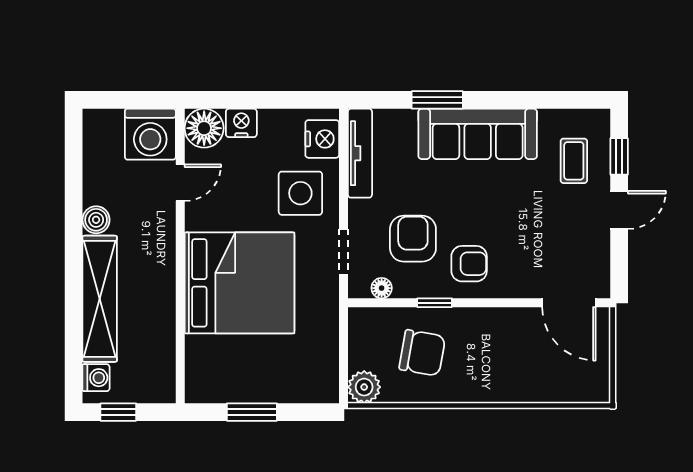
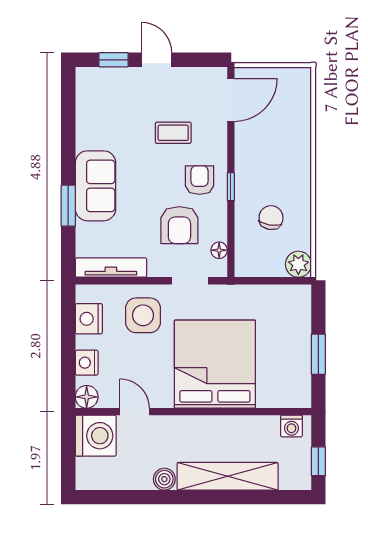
floor lamp: (204, 128) -> (87, 397), width x0.73, depth x0.73
sofa: (478, 134) -> (95, 186), width x0.73
nightstand: (322, 139) -> (89, 319), moved, turned -90
coffee table: (574, 161) -> (173, 133), moved
armchair: (413, 239) -> (179, 225), turned -90
window: (435, 303) -> (231, 187), moved
chair: (422, 353) -> (271, 218), width x0.73, depth x0.73
washing machine: (96, 378) -> (291, 426), moved, turned 180

